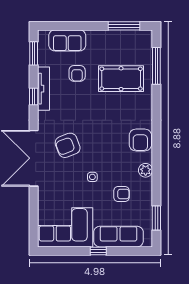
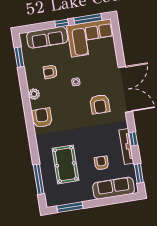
sofa: (67, 40) -> (114, 188), width x1.36
pool table: (121, 79) -> (65, 164), turned 90
armchair: (68, 145) -> (100, 104), turned 111
window: (66, 251) -> (88, 19), added

